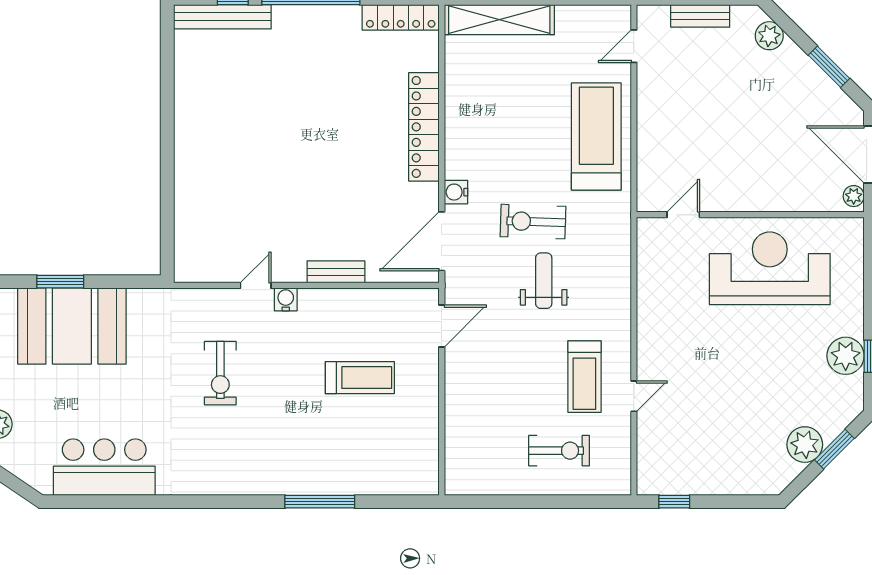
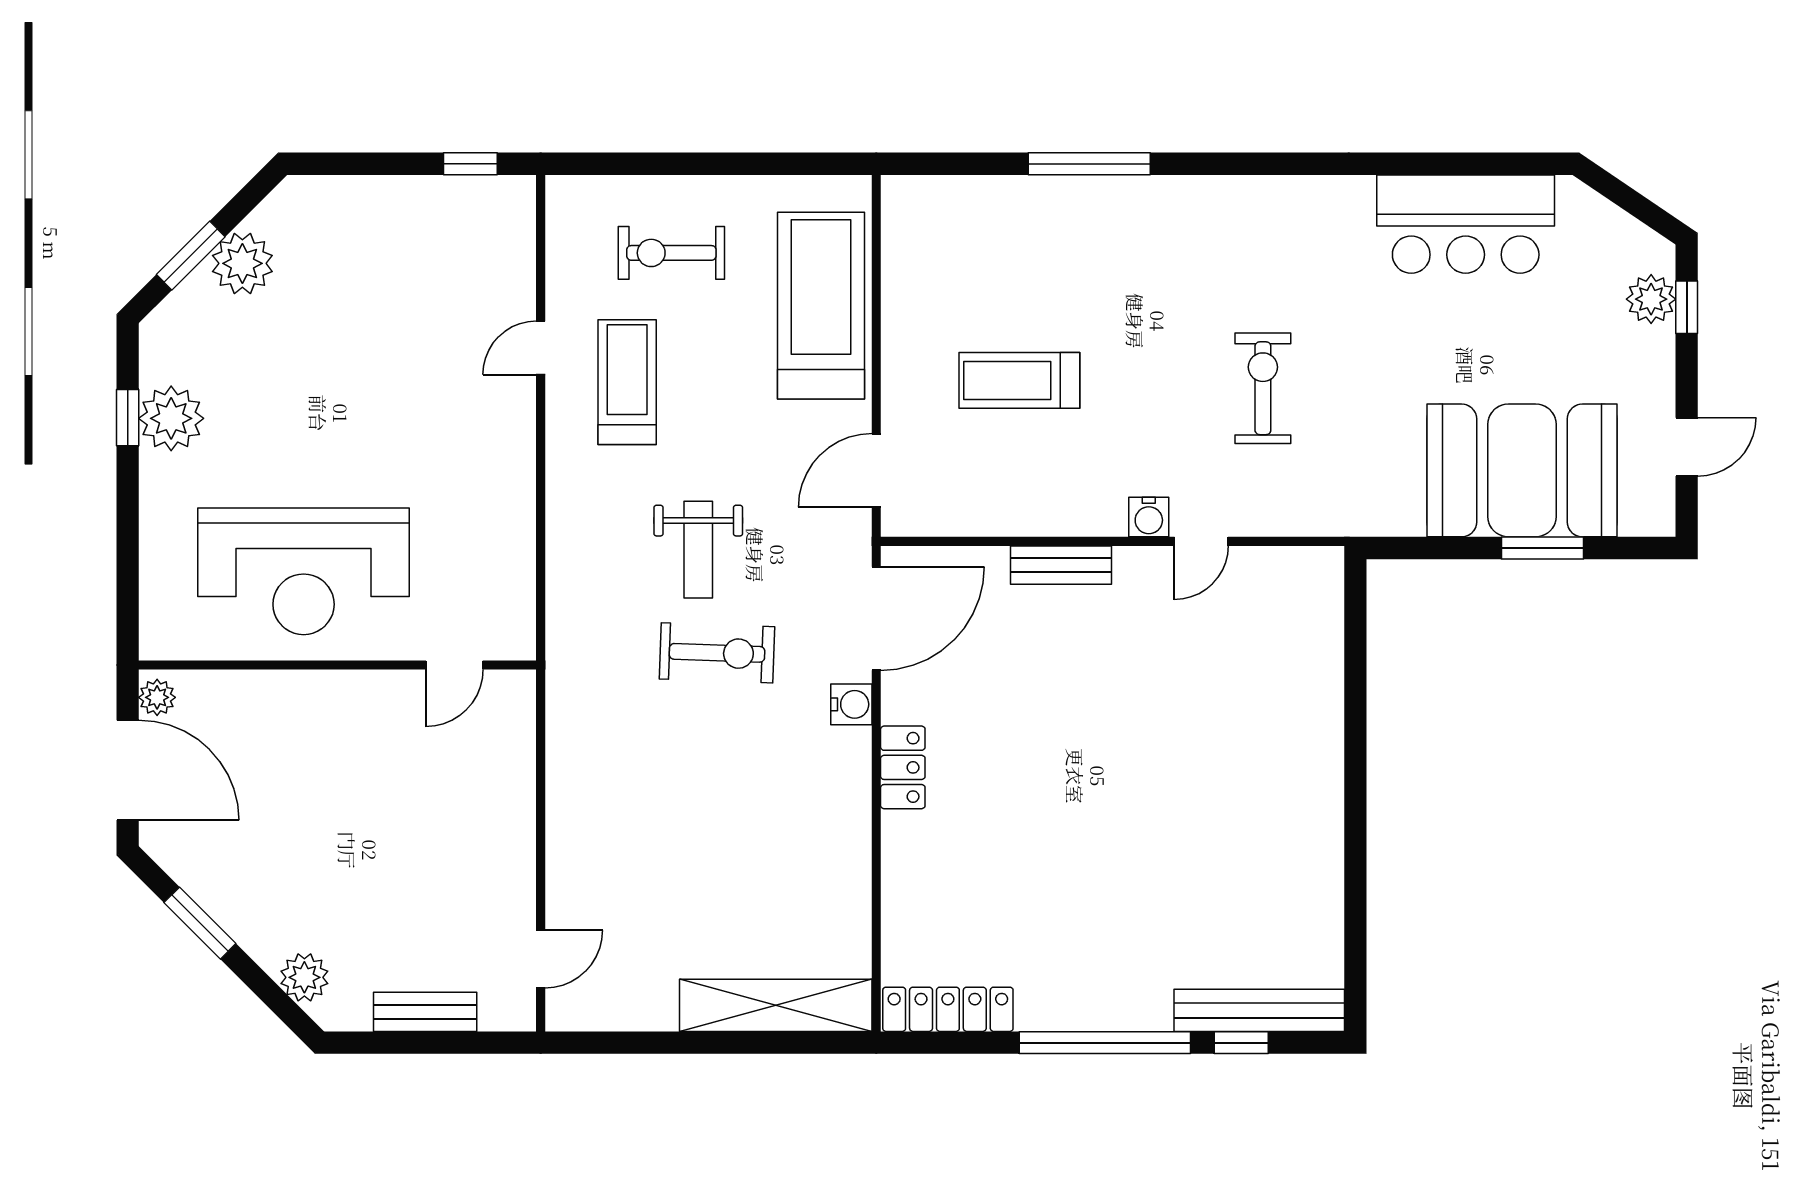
locker: (424, 127) -> (903, 767), width x0.46, depth x0.83
treadmill: (596, 136) -> (821, 306), moved, turned 180

